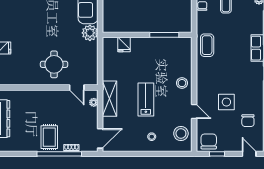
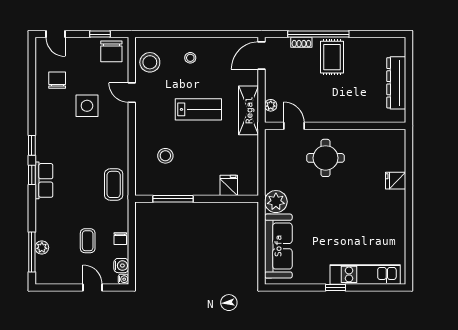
stool: (182, 83) -> (165, 156), moved
lab bench: (146, 99) -> (198, 109), turned -90

